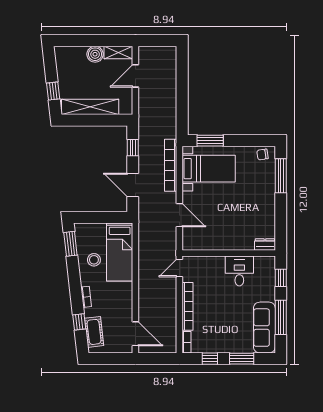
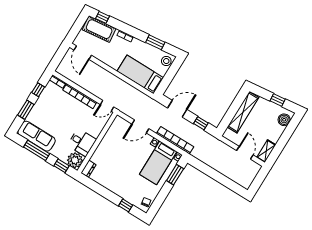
boiler: (95, 54) -> (284, 120), moved
window: (53, 91) -> (278, 100), moved
window: (281, 176) -> (126, 205), width x0.46
window: (70, 244) -> (155, 42), moved
stool: (94, 260) -> (166, 61), moved
plant: (265, 266) -> (75, 160), added
door: (179, 268) -> (107, 106), swing flipped
window: (79, 322) -> (102, 17), moved
cot: (94, 332) -> (99, 29), width x1.37, depth x1.34
door: (135, 334) -> (83, 53), hinge flipped

